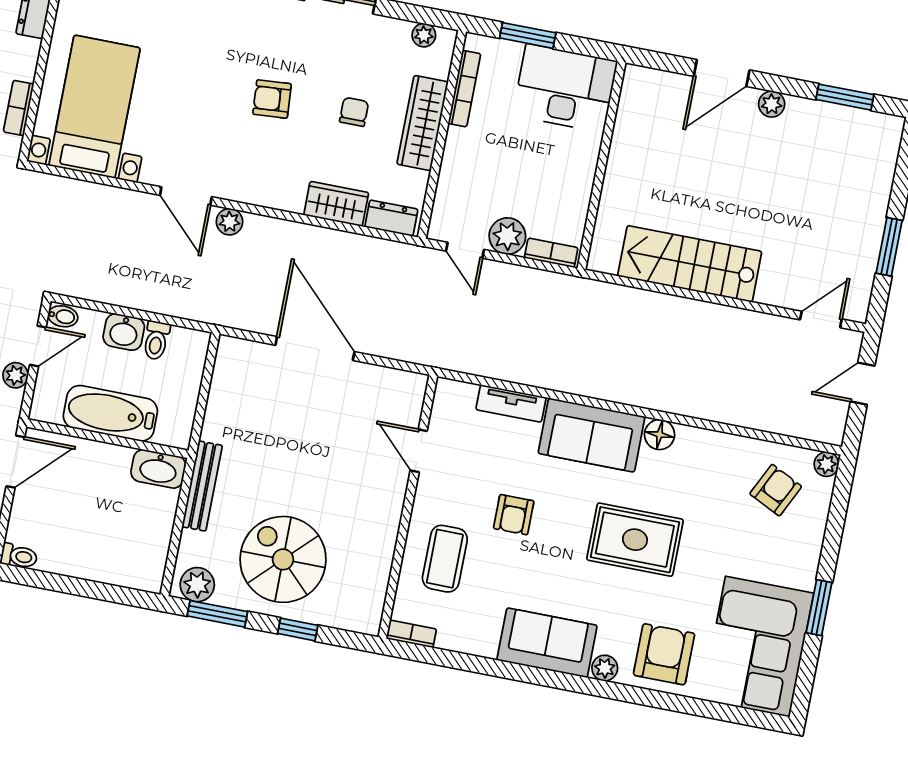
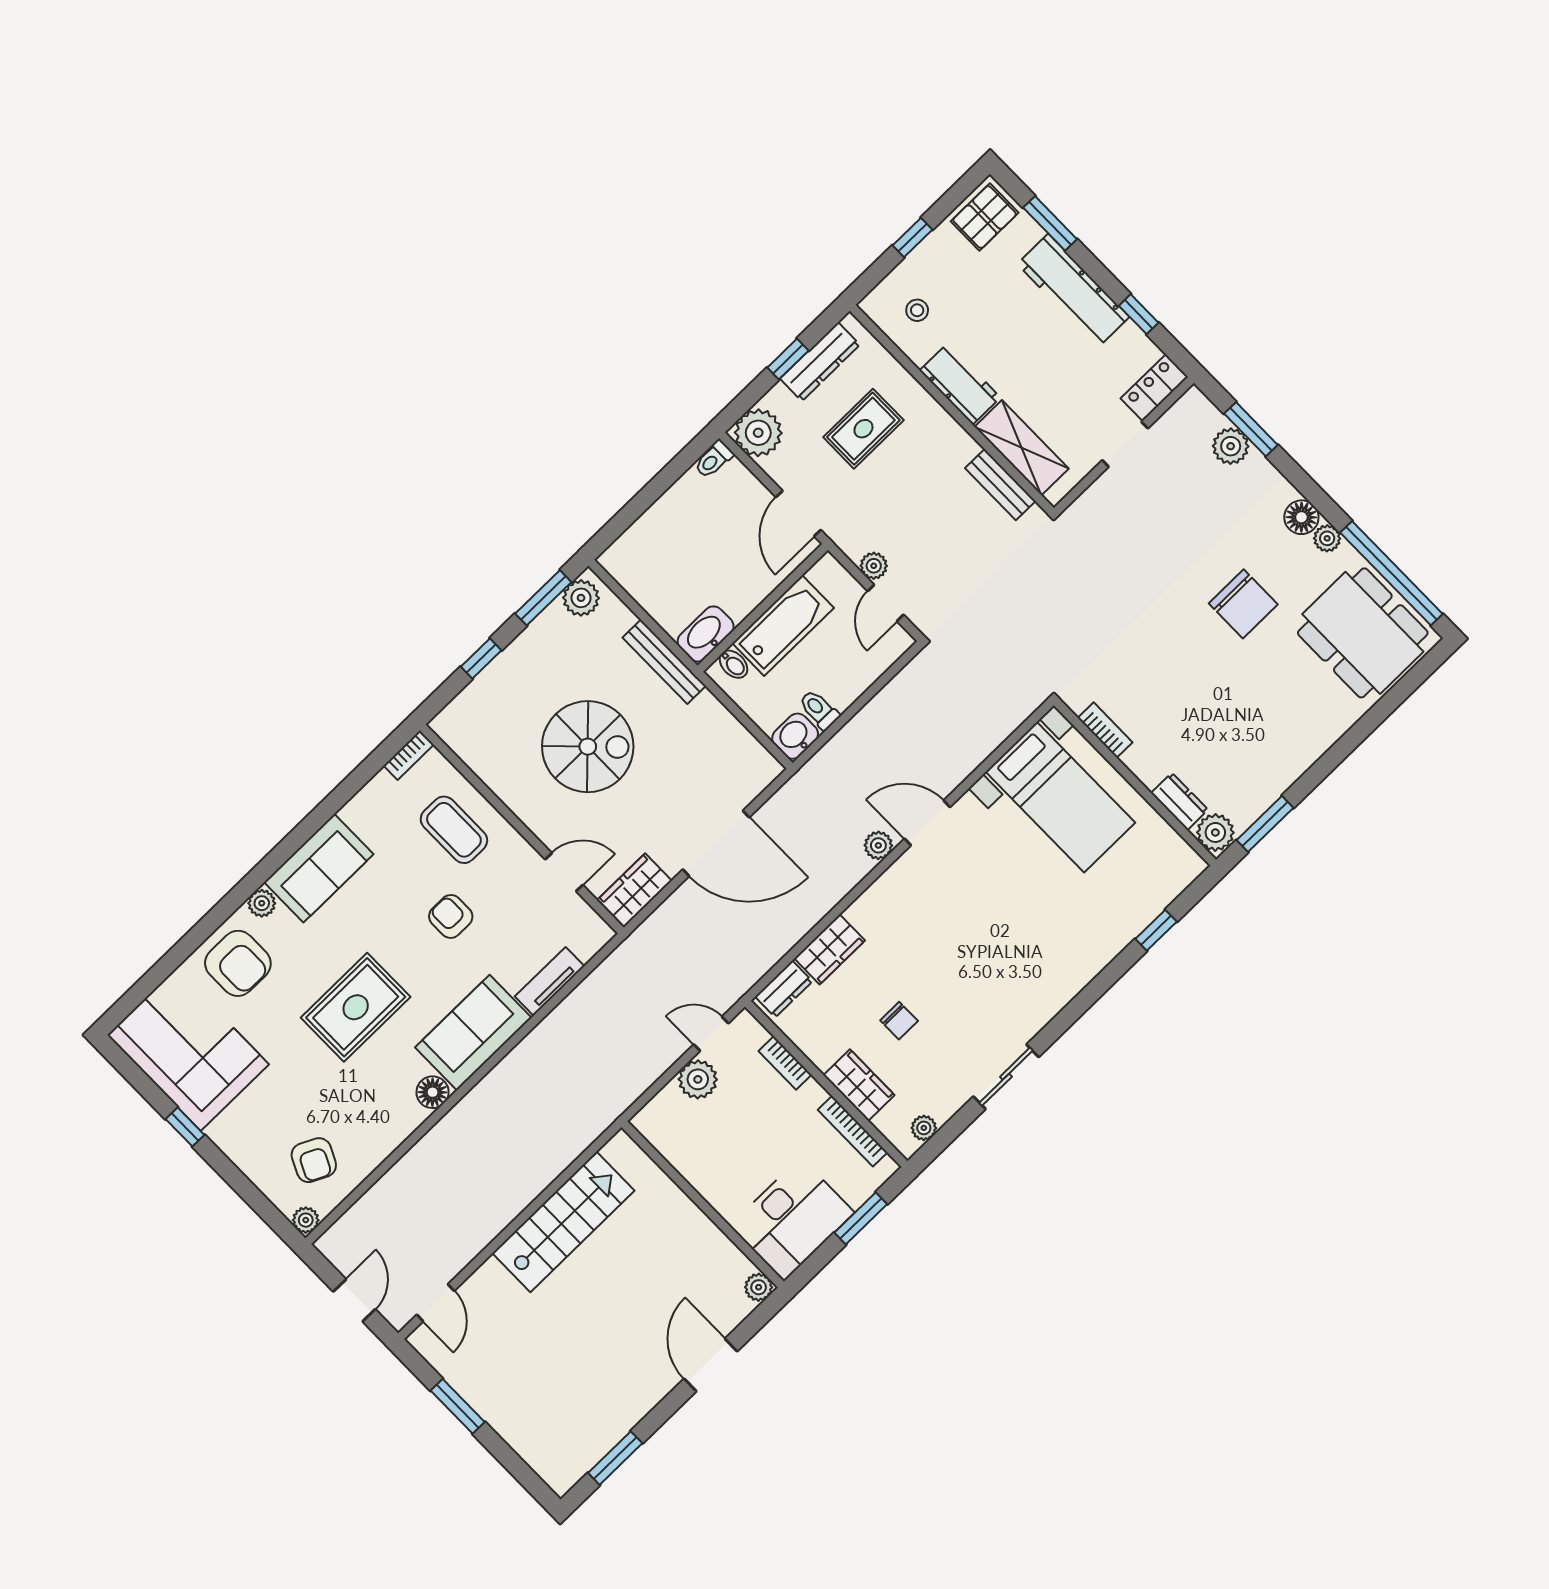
armchair: (272, 99) -> (960, 957), removed
plant: (772, 104) -> (759, 1287), moved
wardrobe: (423, 123) -> (859, 1085), width x0.67
bookcase: (551, 253) -> (785, 1063), moved, turned 90
bidet: (63, 316) -> (734, 664), moved, turned -90
washbasin: (124, 332) -> (795, 736), moved
wardrobe: (395, 386) -> (635, 890), added
spiral stairs: (283, 559) -> (588, 747), moved
window: (819, 608) -> (185, 1127), width x0.67

